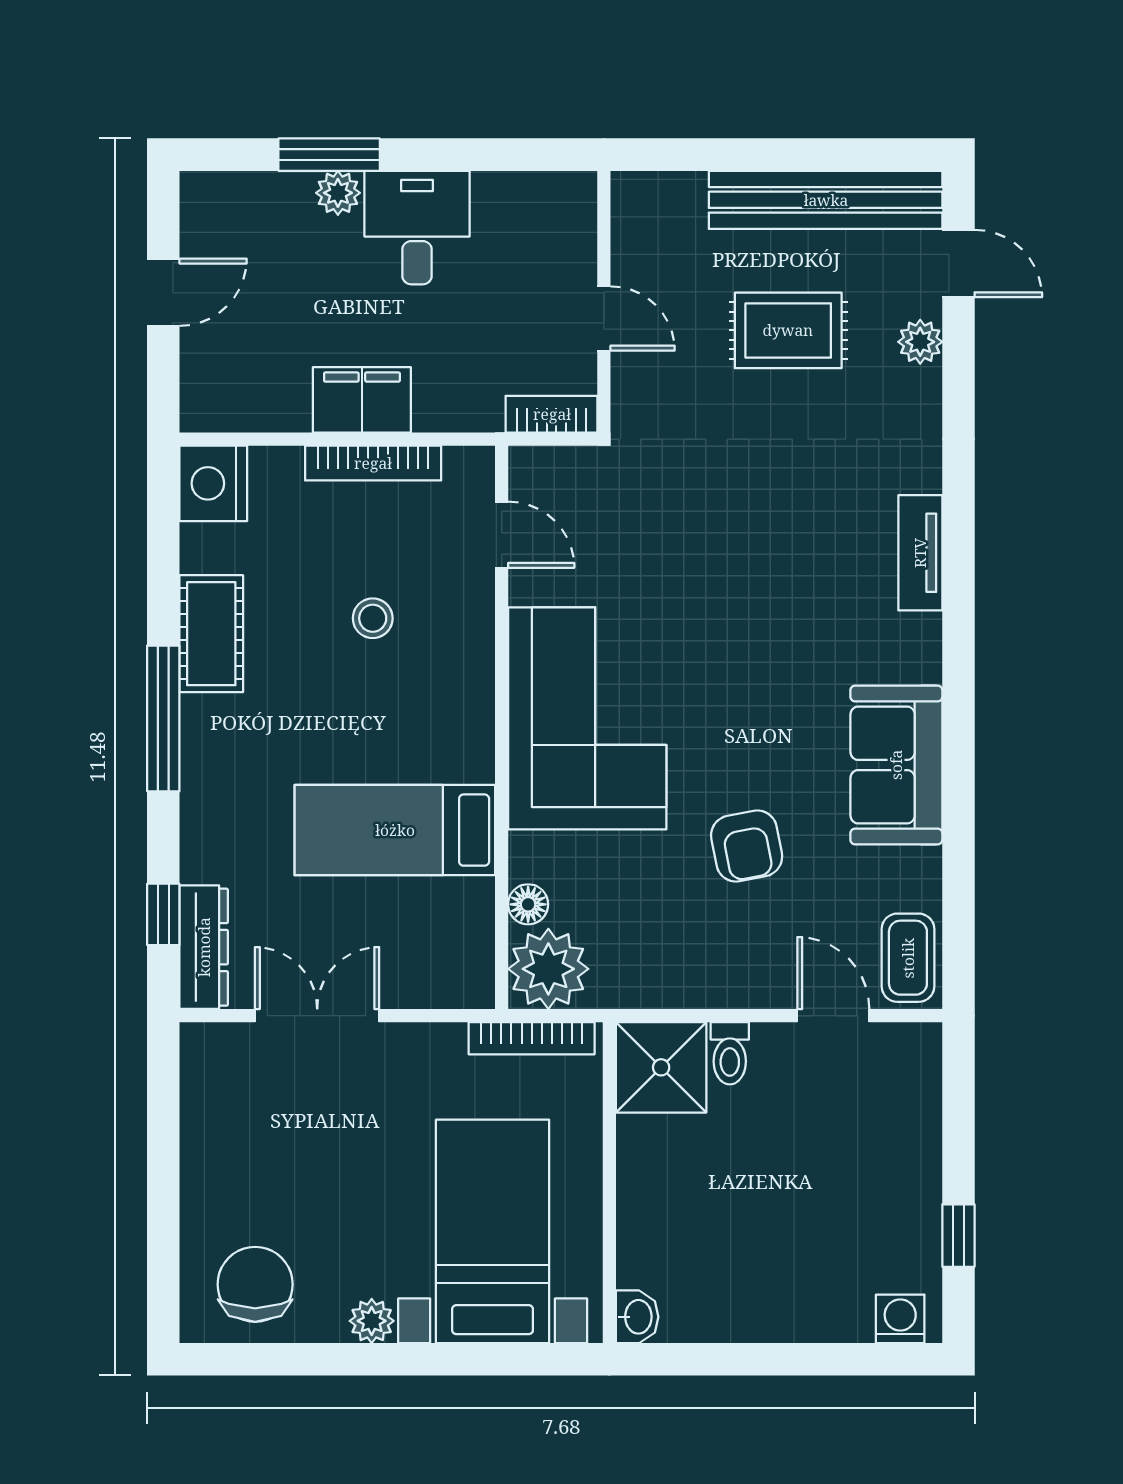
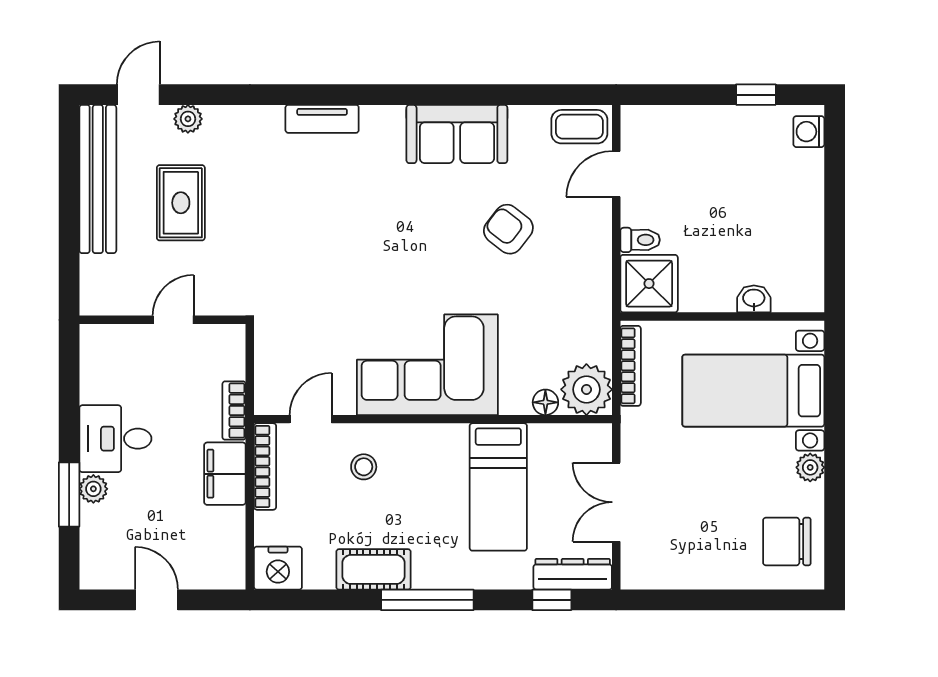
bookcase: (552, 414) -> (234, 411), moved
door: (502, 535) -> (311, 419), moved
corner sofa: (587, 718) -> (427, 365), moved
wall: (502, 727) -> (433, 419), moved
bed: (395, 830) -> (498, 487), moved
armchair: (747, 846) -> (508, 229), turned -131
floor lamp: (528, 904) -> (545, 402), moved
plant: (548, 969) -> (586, 389), moved
washbasin: (637, 1317) -> (754, 299), moved

